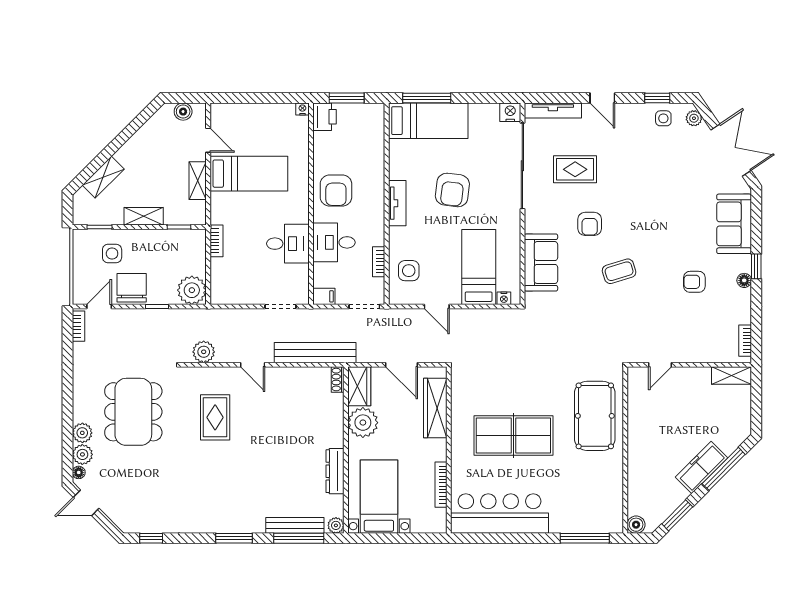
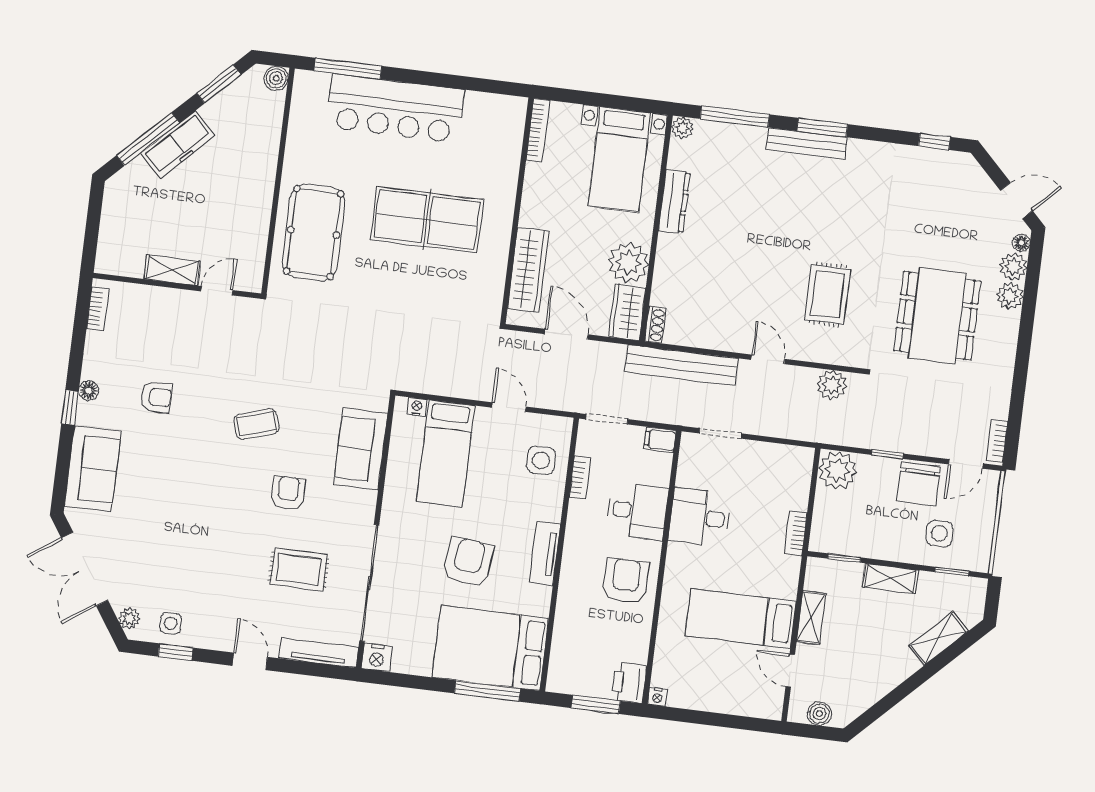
bed: (428, 121) -> (491, 648), width x1.50
shelving: (732, 376) -> (172, 270), moved
bookcase: (441, 485) -> (538, 130), moved
bar counter: (500, 514) -> (395, 108), moved
bench: (295, 525) -> (807, 143), moved

